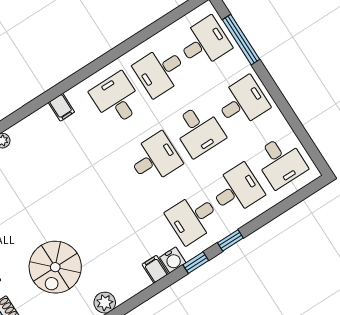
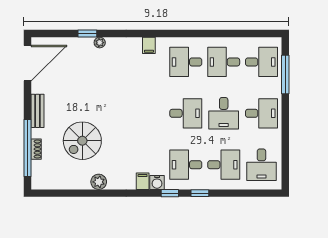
desk: (117, 99) -> (186, 62), turned -90

